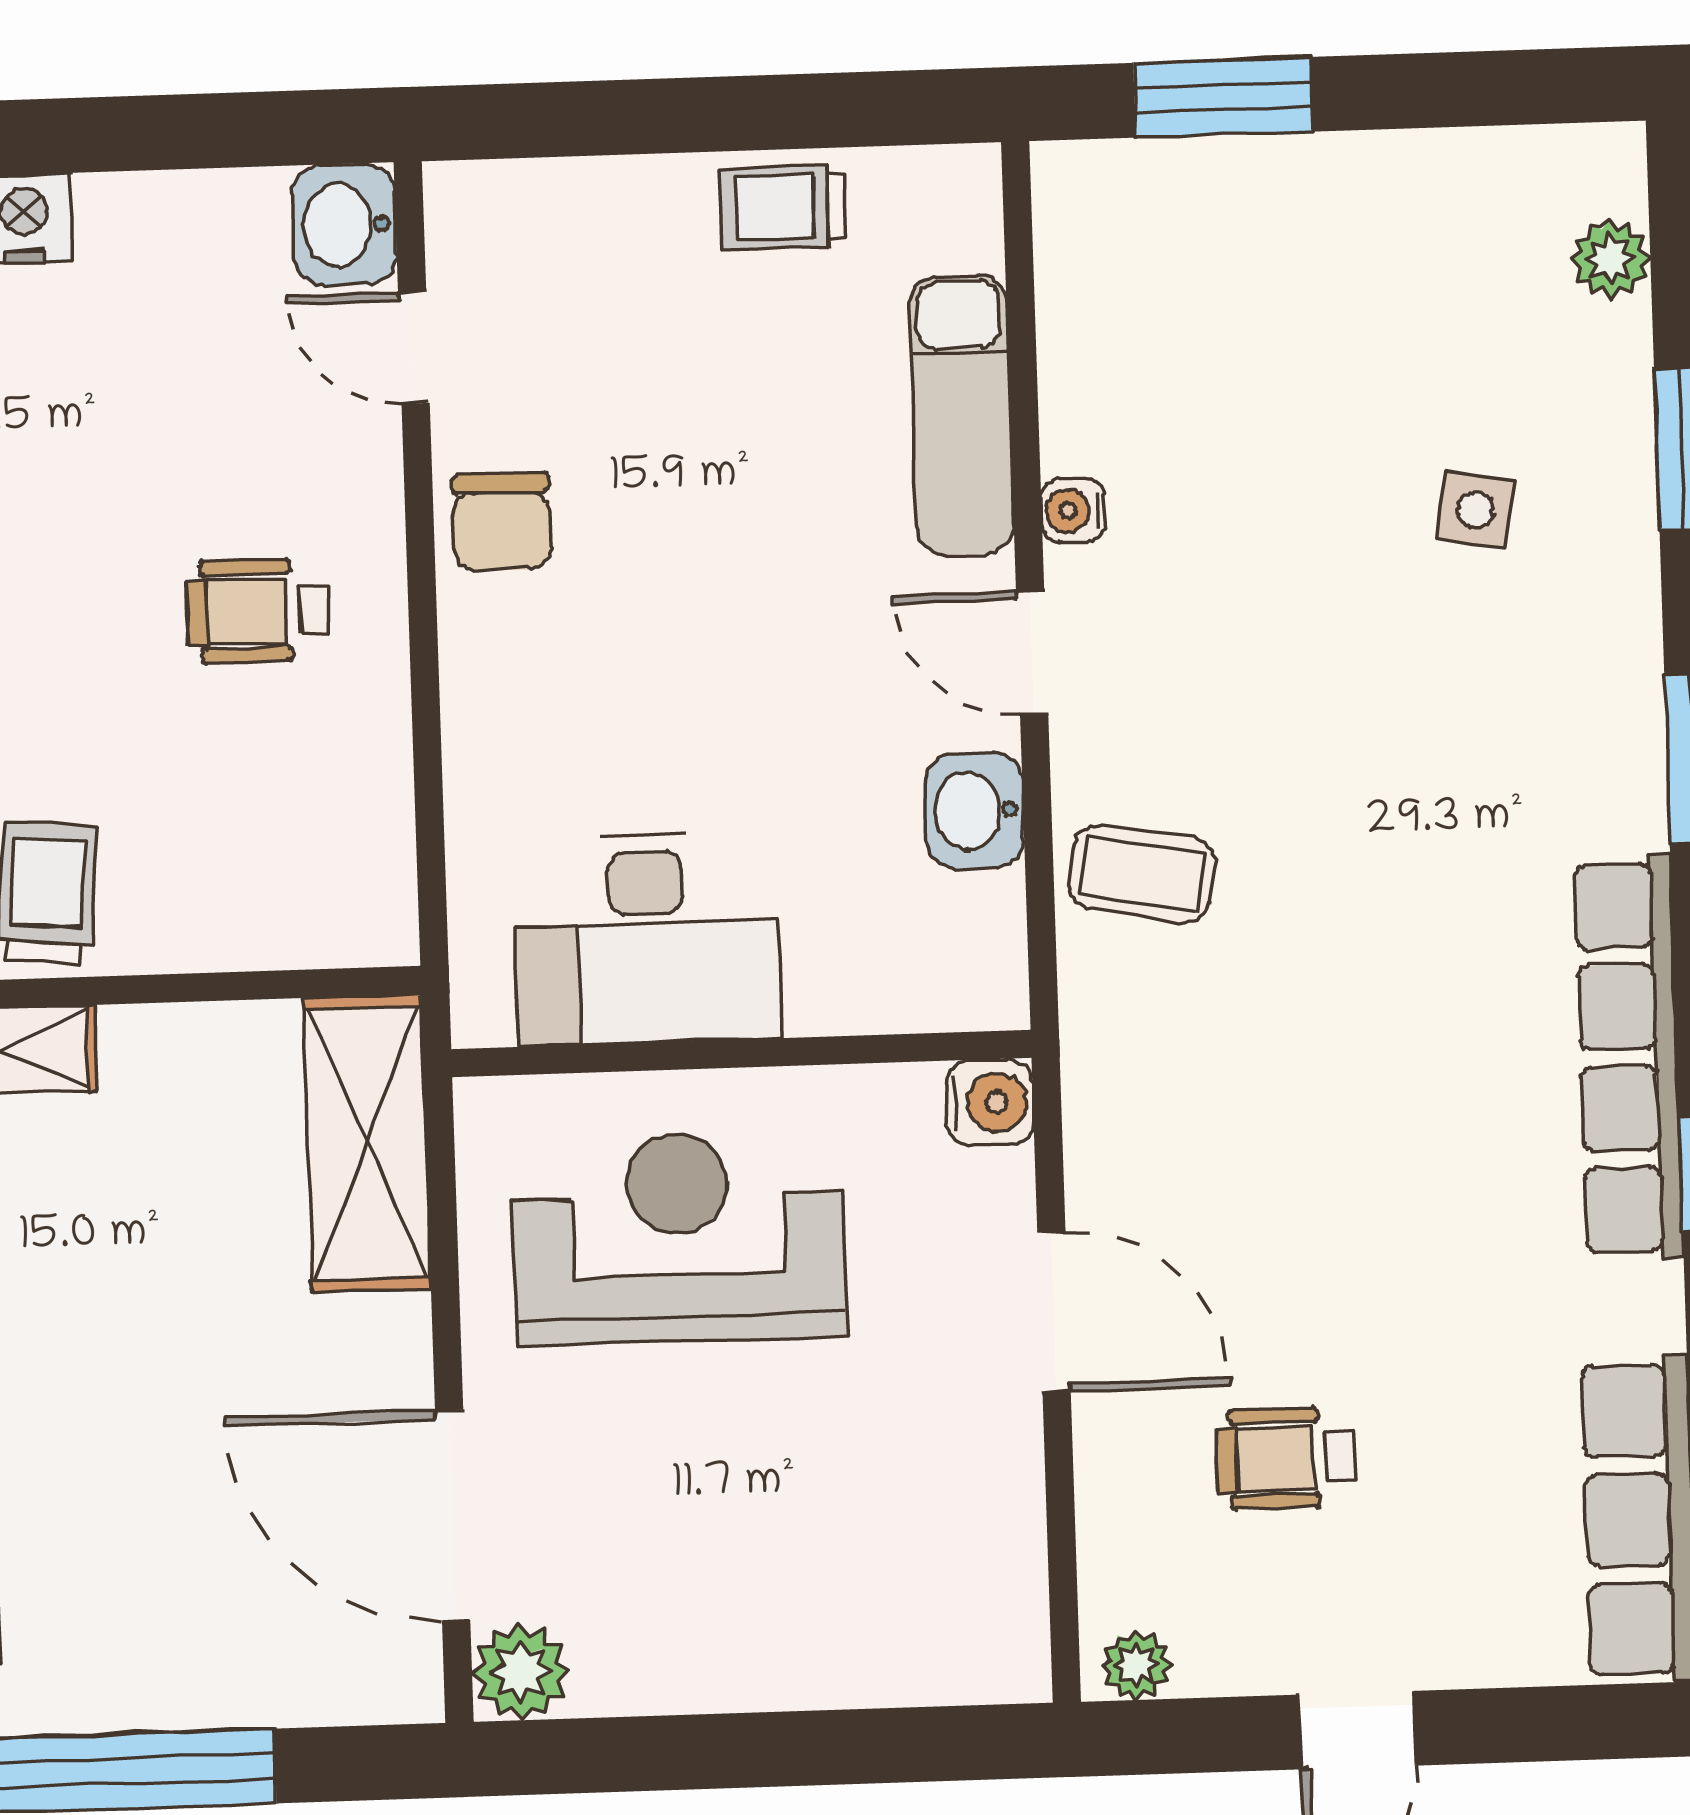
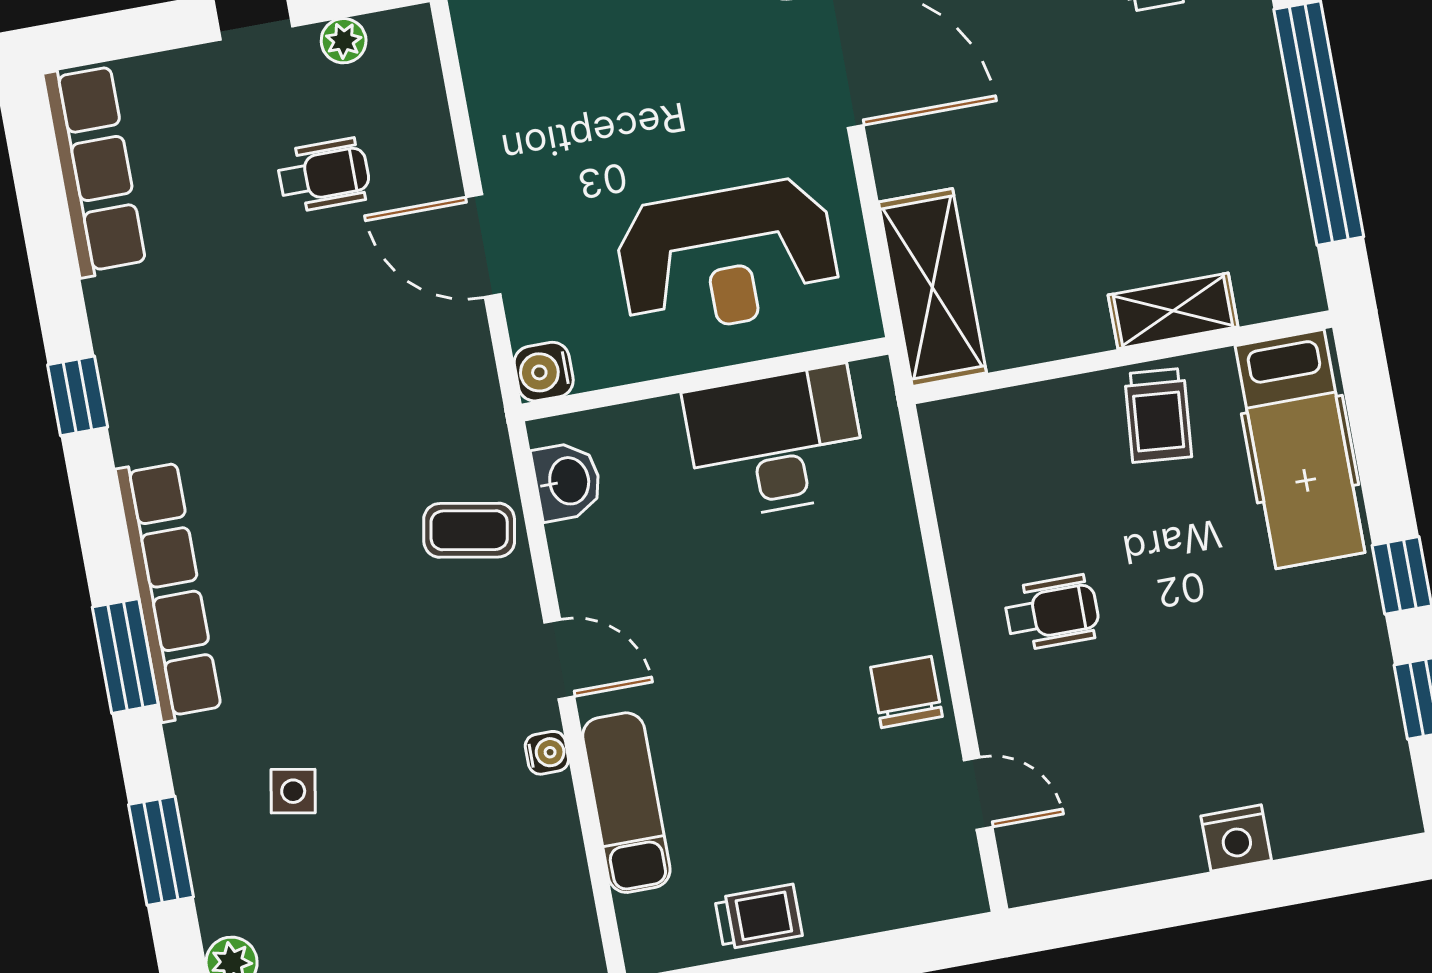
washbasin: (344, 225) -> (1034, 865), removed
washbasin: (975, 810) -> (567, 481), moved
row of seats: (1629, 1057) -> (169, 590), moved
plant: (1136, 1665) -> (344, 41), moved

